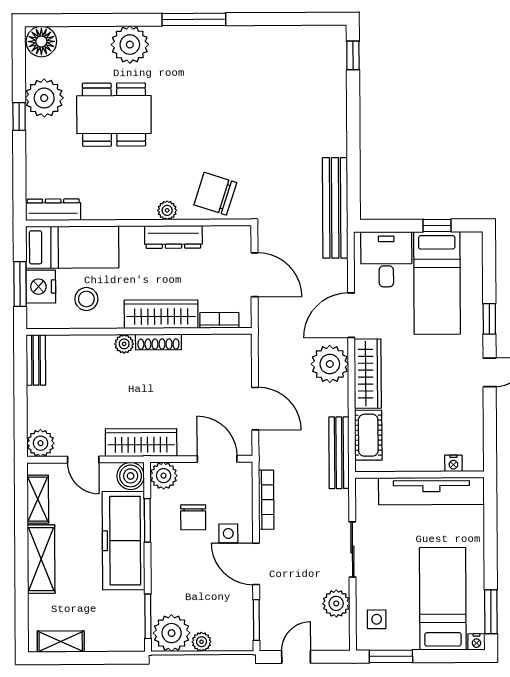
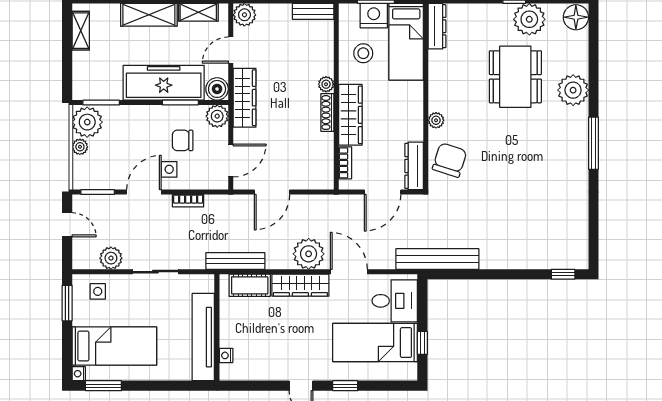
dresser: (173, 237) -> (414, 166), moved
bookcase: (266, 500) -> (188, 201), width x0.64

